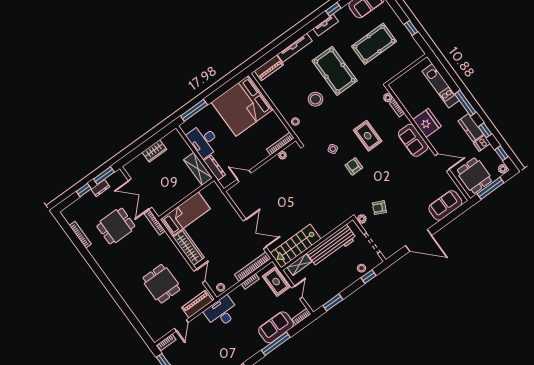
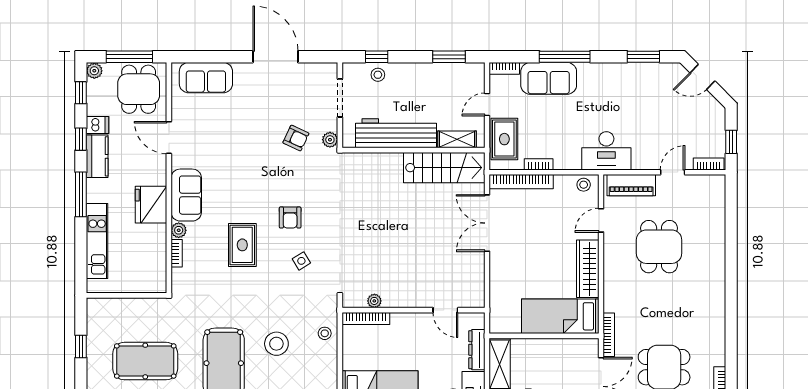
plant: (388, 98) -> (179, 230), moved

